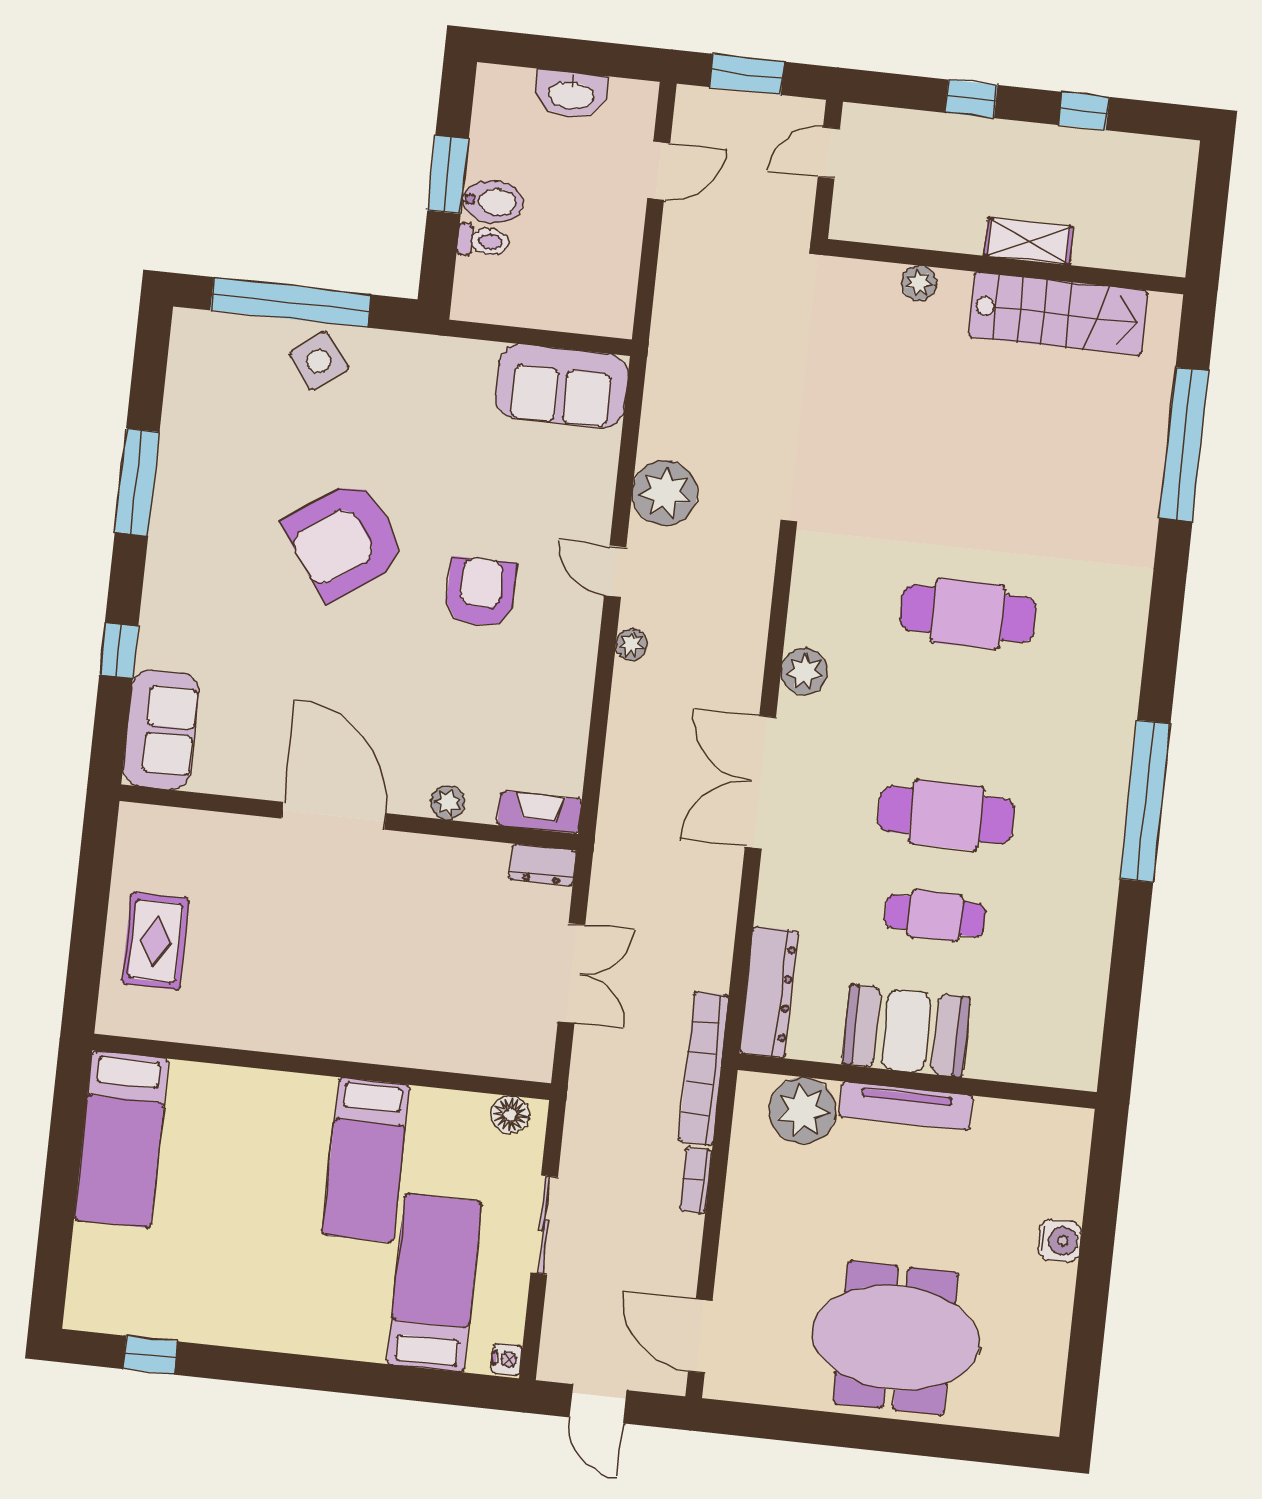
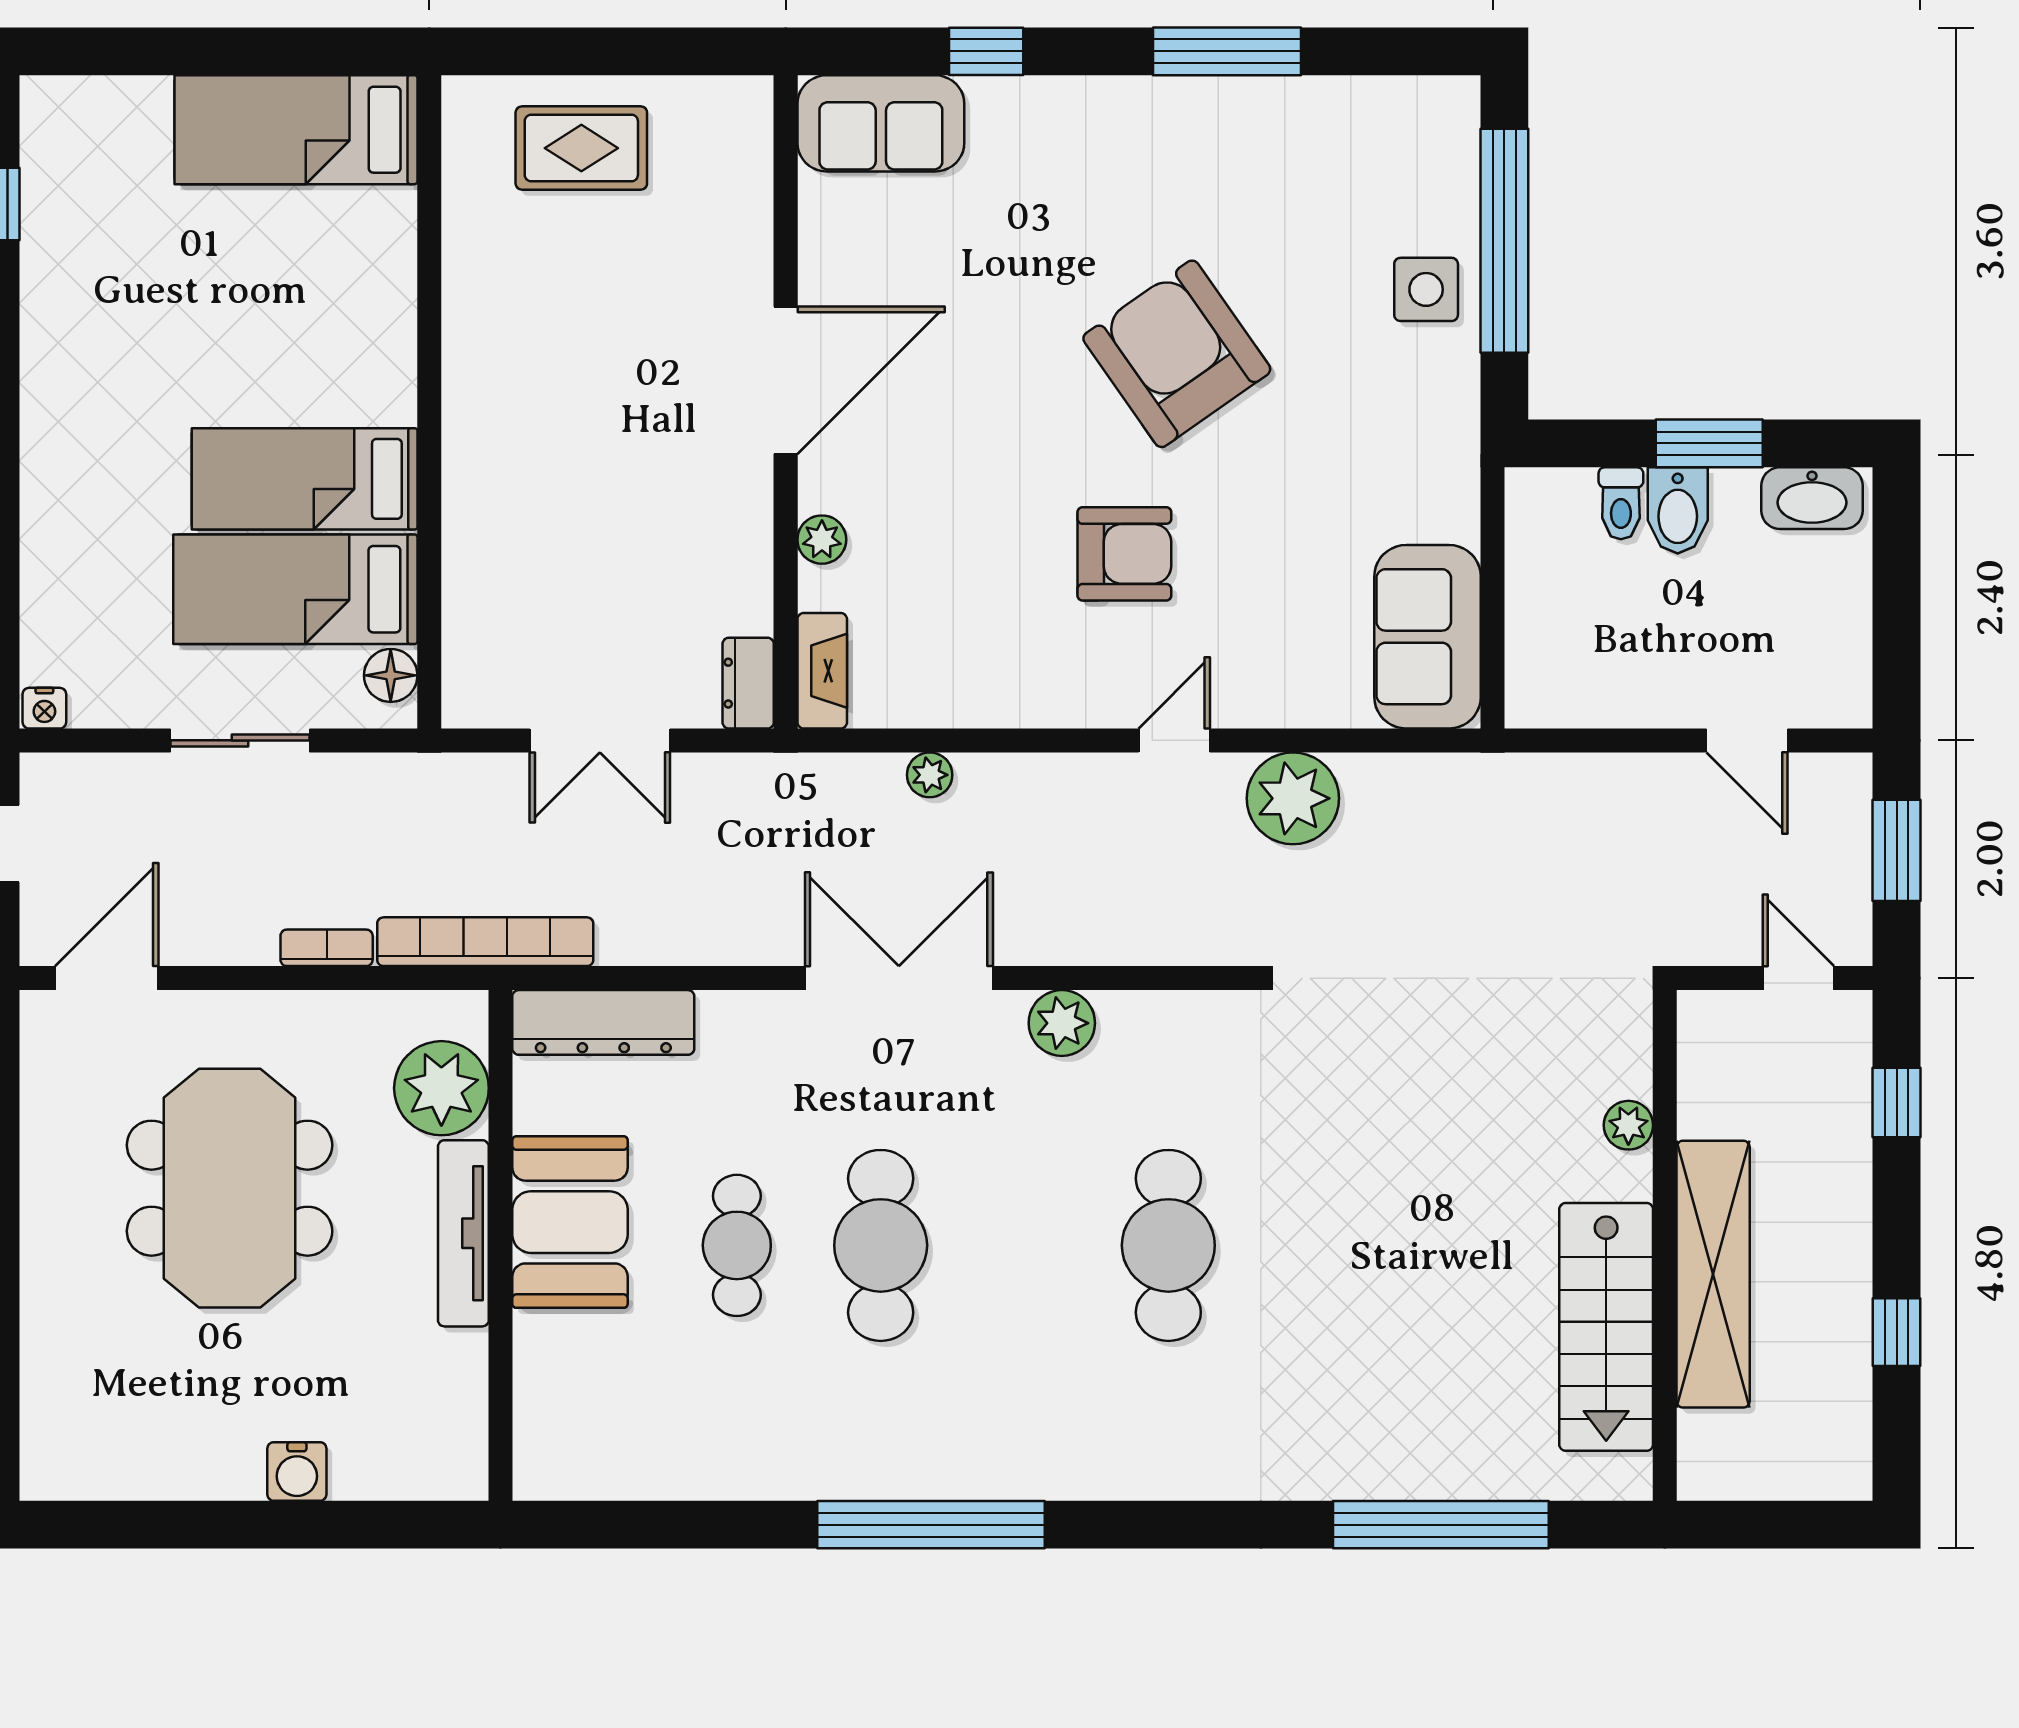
washbasin: (571, 94) -> (1812, 498), moved, turned -90
window: (971, 99) -> (1897, 1102), moved
shelving: (1029, 241) -> (1713, 1274), width x2.20, depth x1.33
side table: (319, 361) -> (1426, 289), turned 37
plant: (632, 645) -> (930, 775), moved
bed: (434, 1283) -> (295, 589), moved, turned 180
meeting table: (896, 1338) -> (230, 1188), moved

